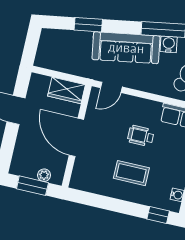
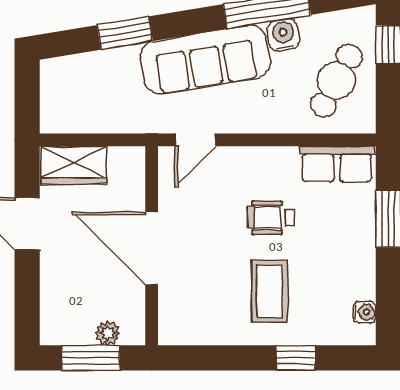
wardrobe: (66, 90) -> (74, 165), moved
coffee table: (131, 173) -> (270, 291), turned 90
window: (158, 215) -> (296, 358), moved

